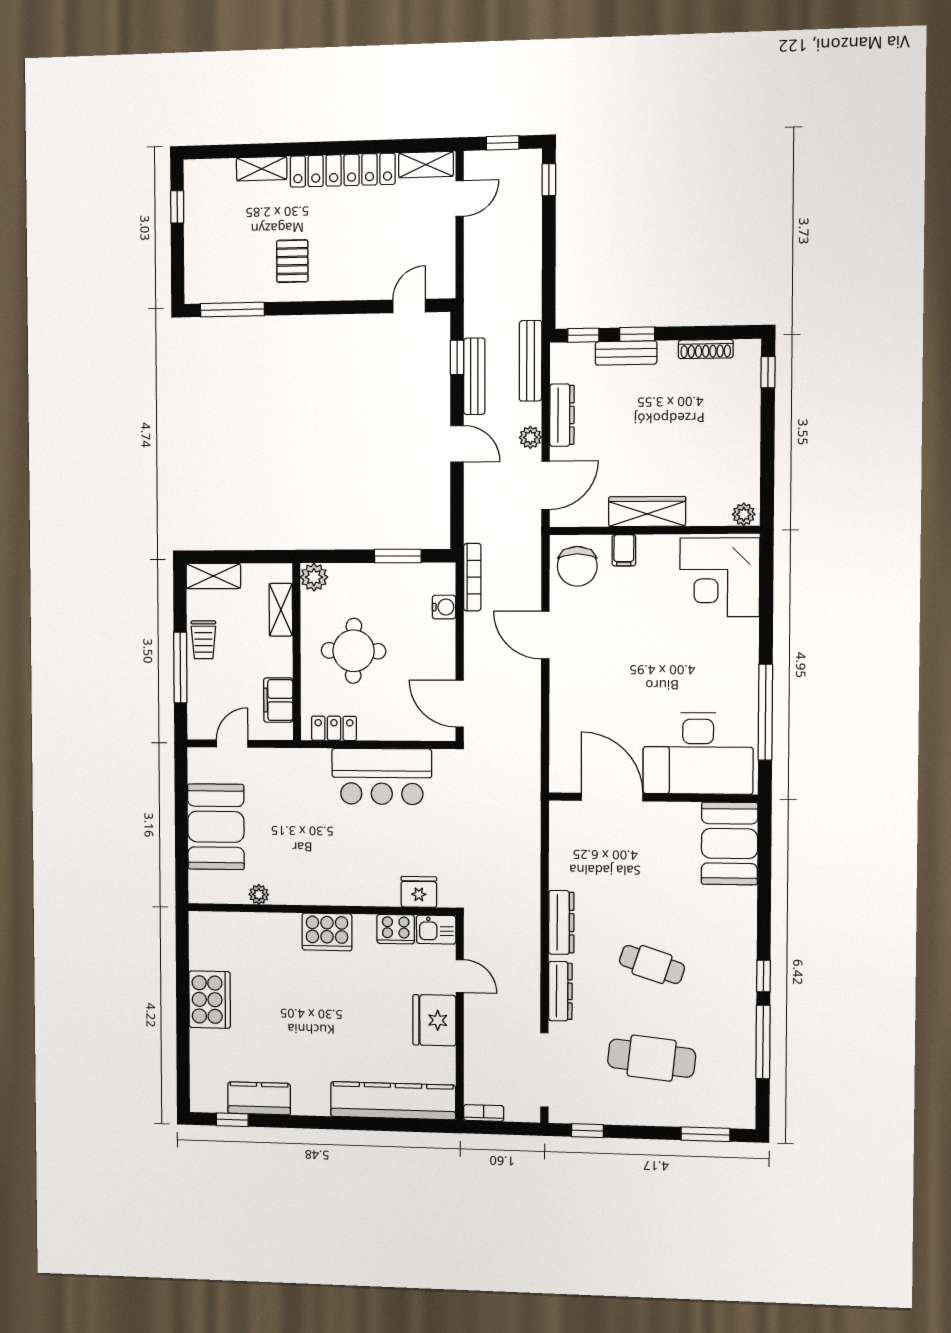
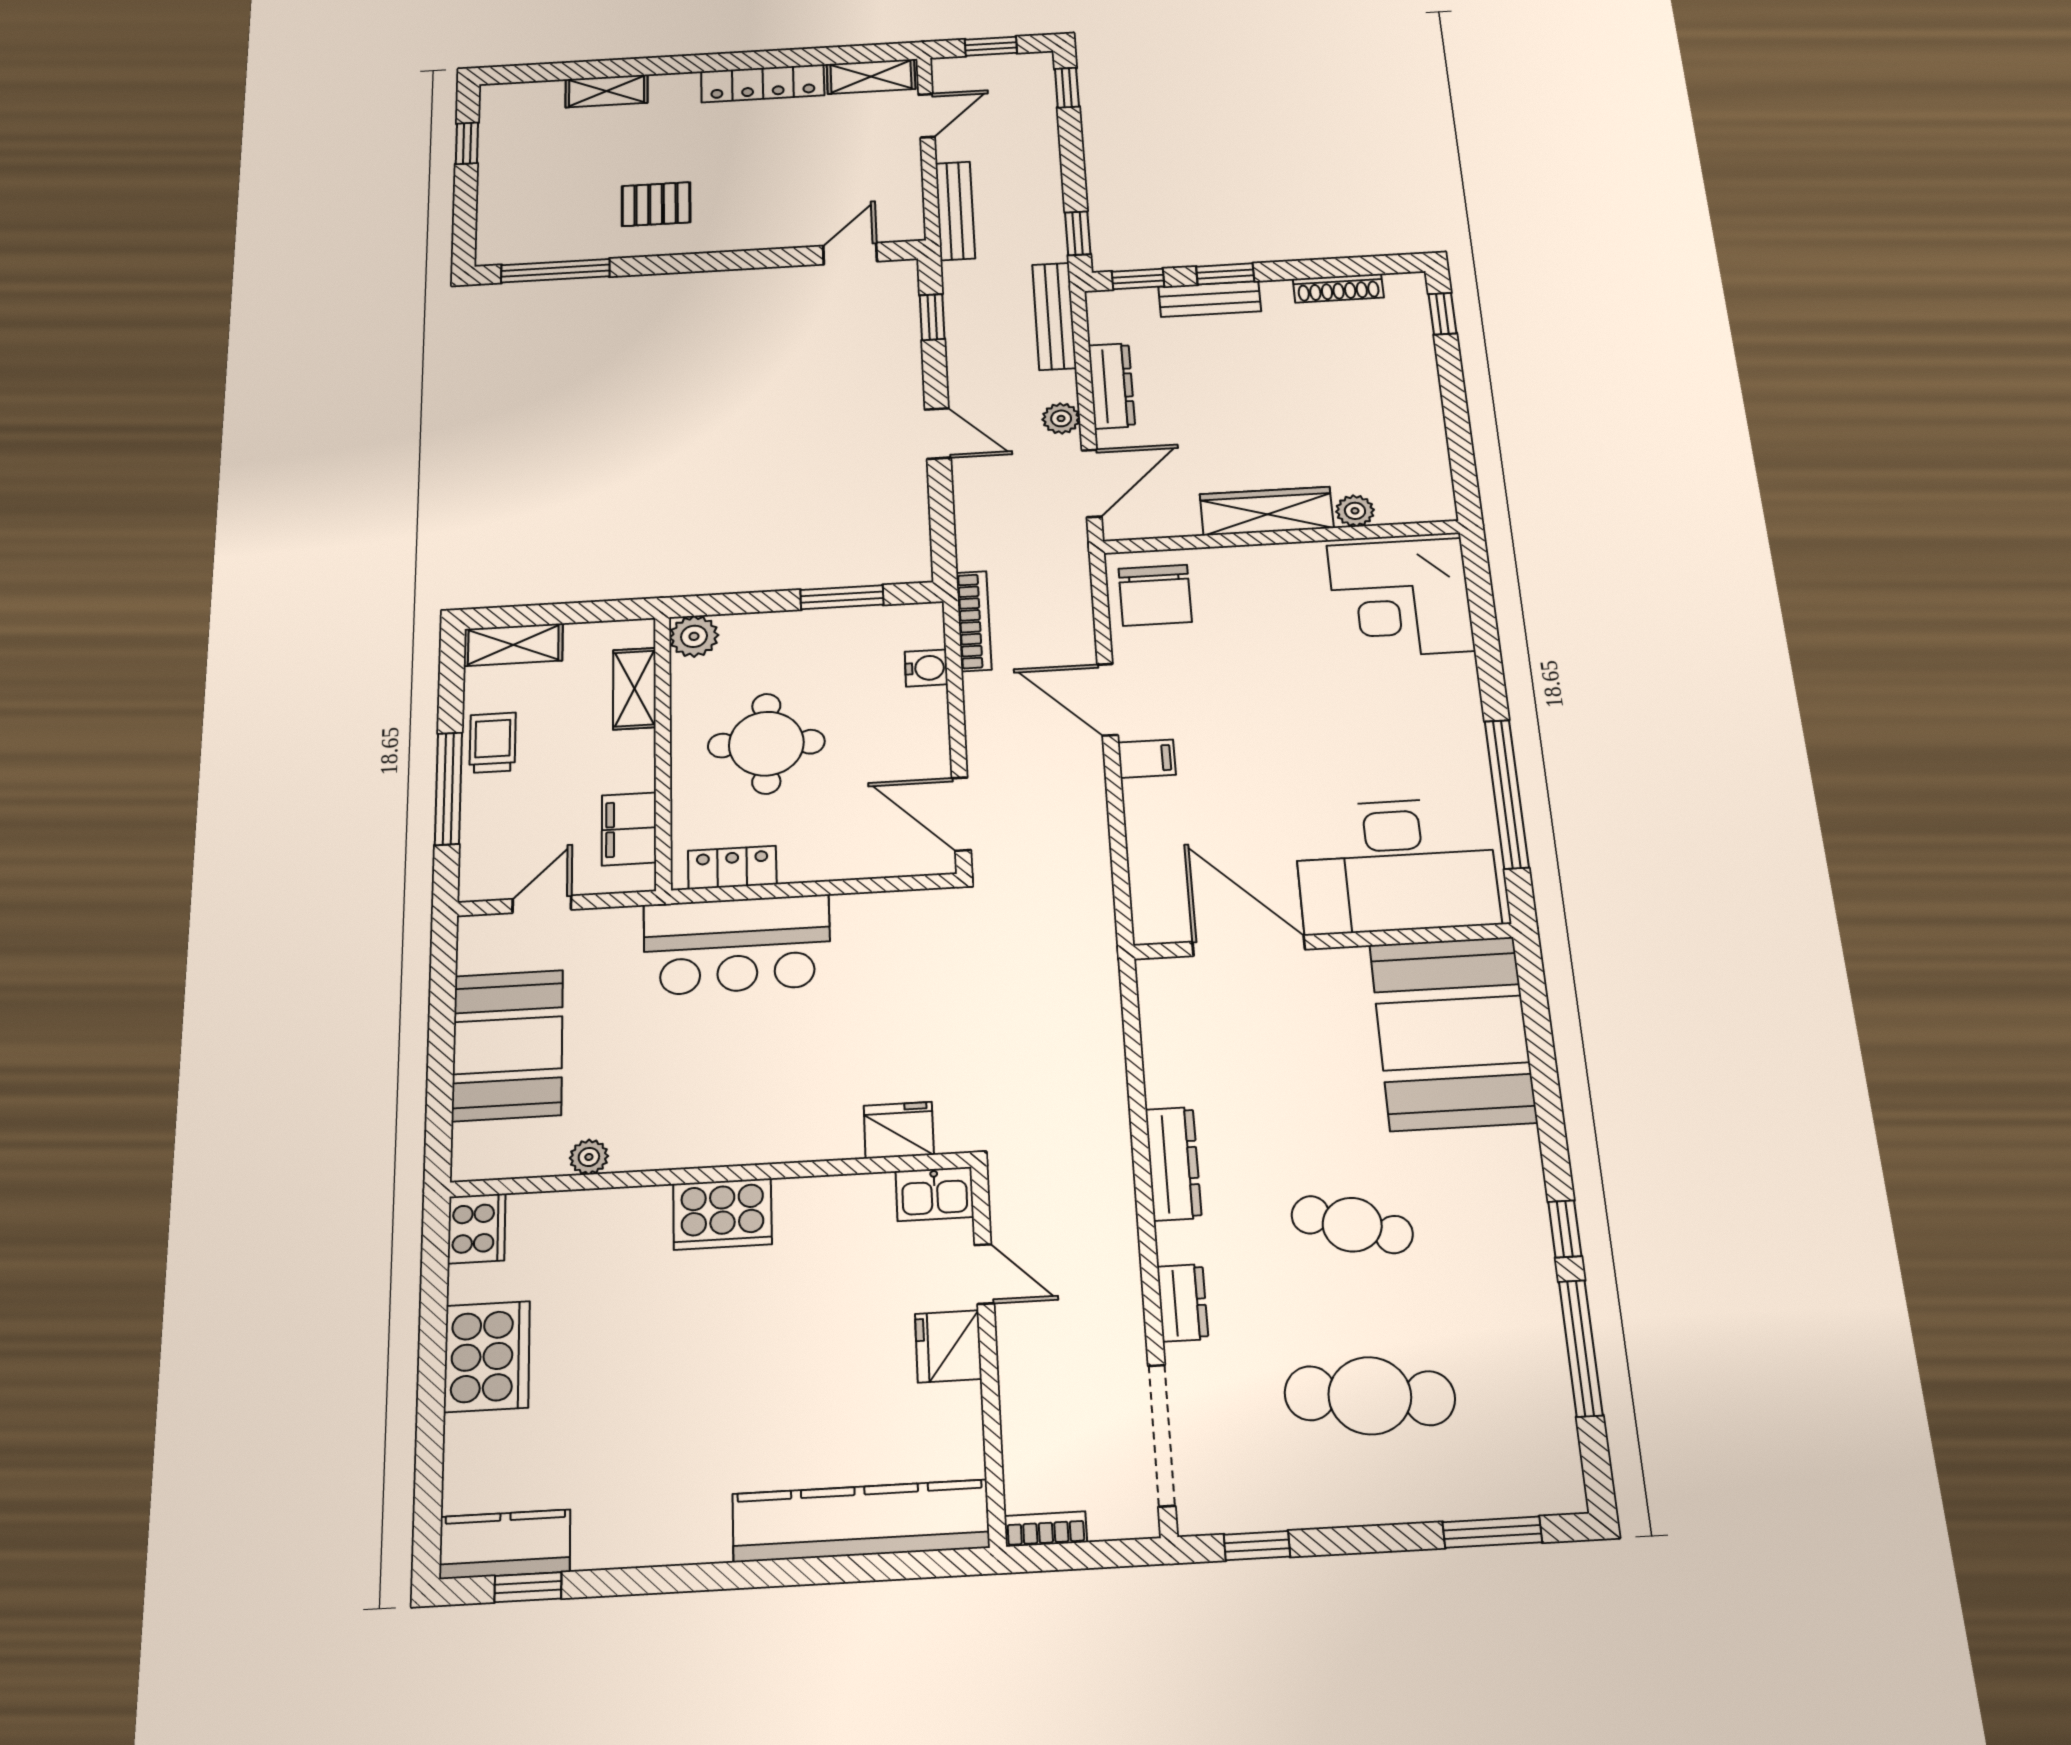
locker: (343, 170) -> (763, 83), width x0.71, depth x0.83
pallet: (292, 261) -> (656, 204), turned 90
window: (549, 298) -> (1078, 233), added
bench: (474, 376) -> (955, 211), moved
plant: (744, 514) -> (1355, 511), moved
filing cabinet: (624, 550) -> (1147, 759), moved, turned -90
trolley: (203, 640) -> (493, 743), turned 180
bar counter: (382, 776) -> (737, 945), moved
booth: (729, 843) -> (1453, 1033), width x1.36, depth x1.42
cooker: (396, 929) -> (477, 1228), moved, turned -90
dresser: (560, 991) -> (1183, 1303), width x0.70
fridge: (434, 1020) -> (948, 1346), width x0.73, depth x0.75
kitchen counter: (259, 1098) -> (505, 1544), moved

